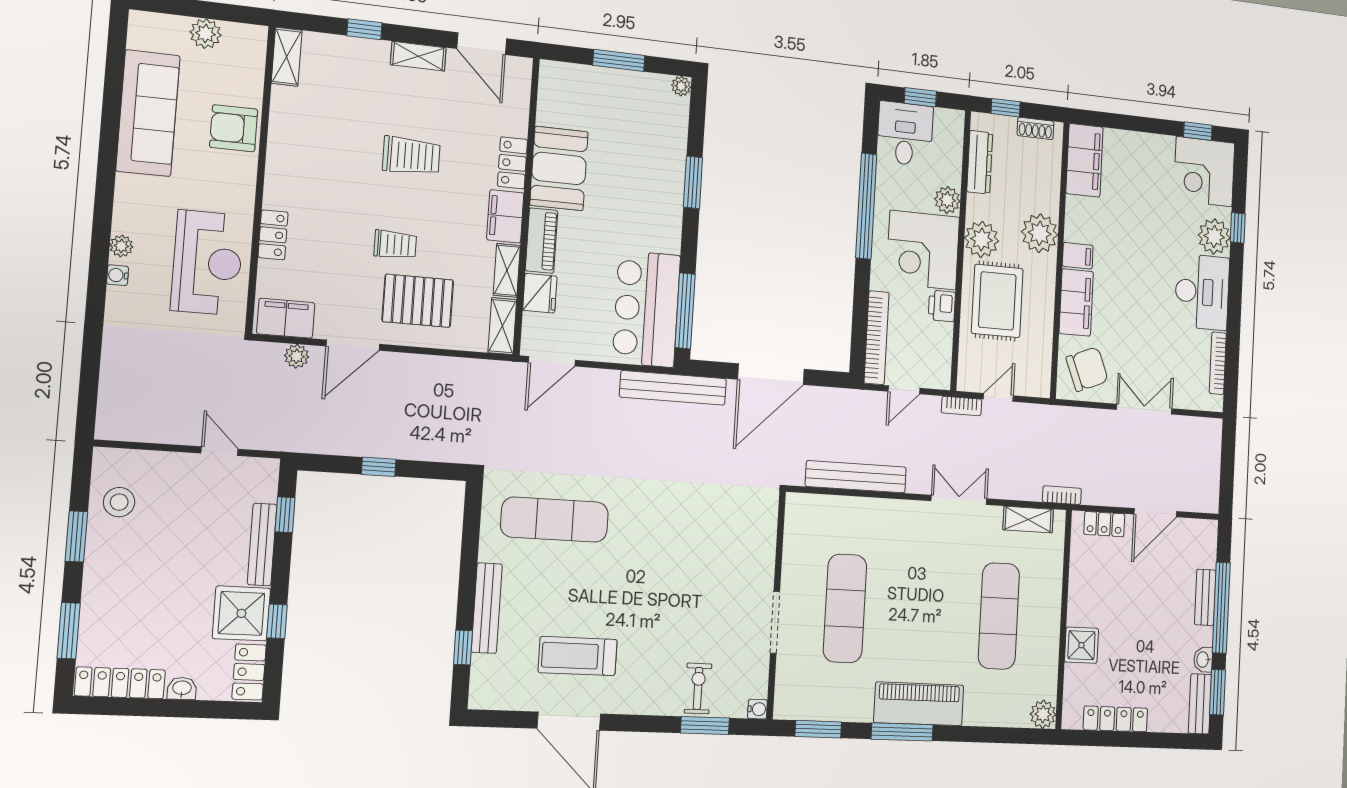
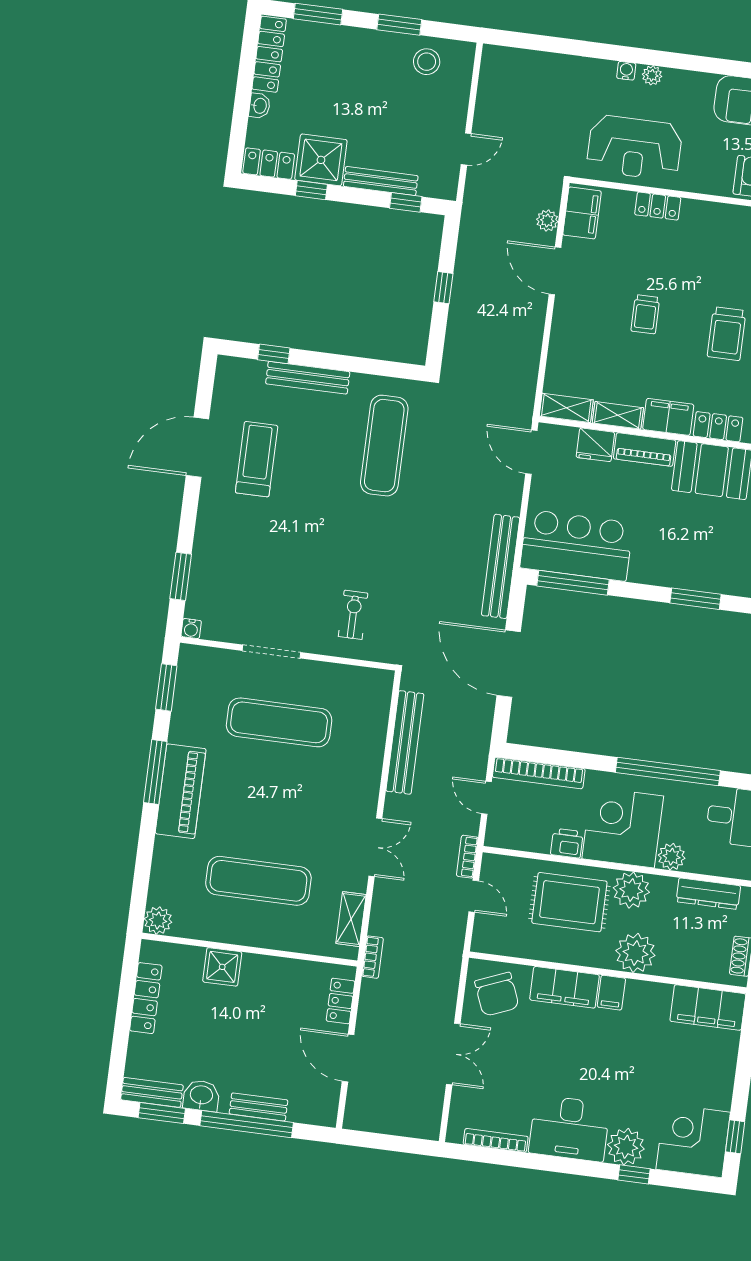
pallet: (418, 301) -> (593, 332), removed
washbasin: (1203, 660) -> (201, 1096), width x1.38, depth x1.45
exercise bike: (698, 688) -> (353, 615), moved, turned -90

